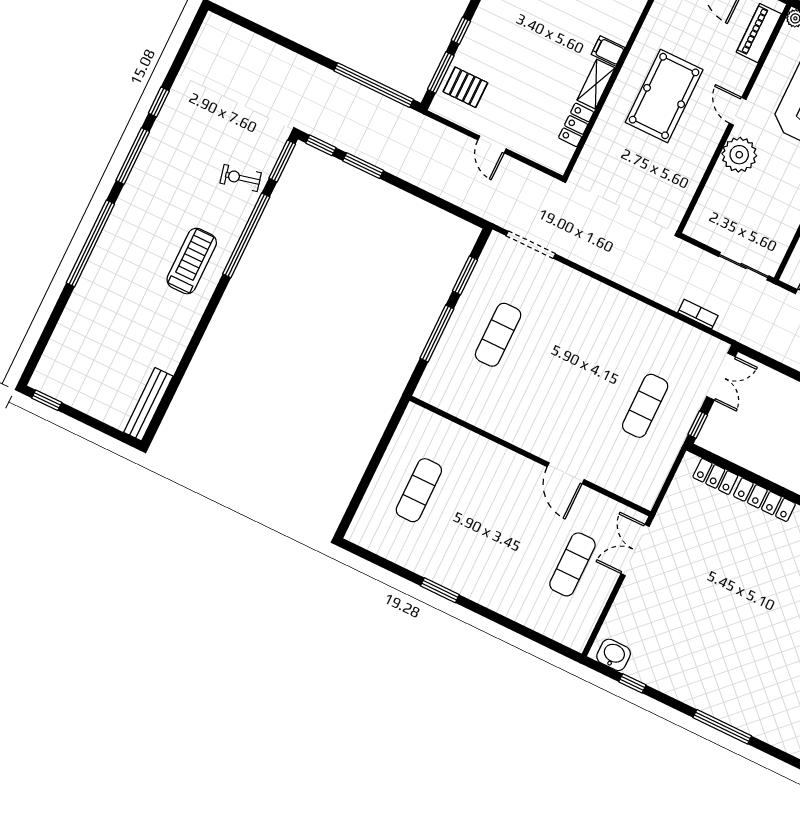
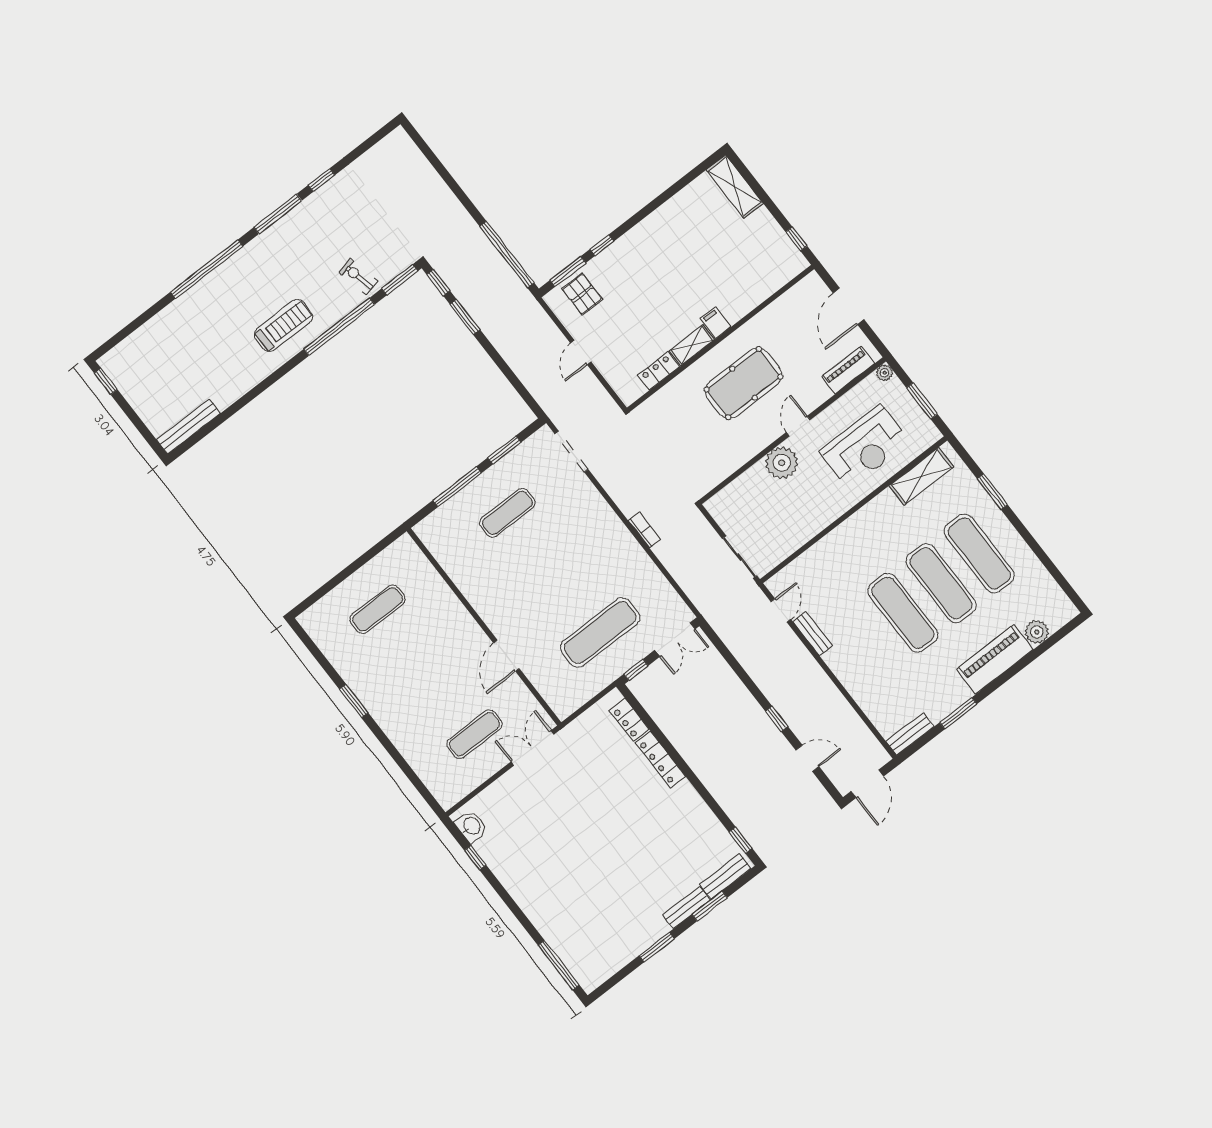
bookcase: (698, 314) -> (644, 530), moved
exercise mat: (645, 406) -> (600, 632), width x1.36, depth x1.45
window: (722, 727) -> (559, 965), moved

